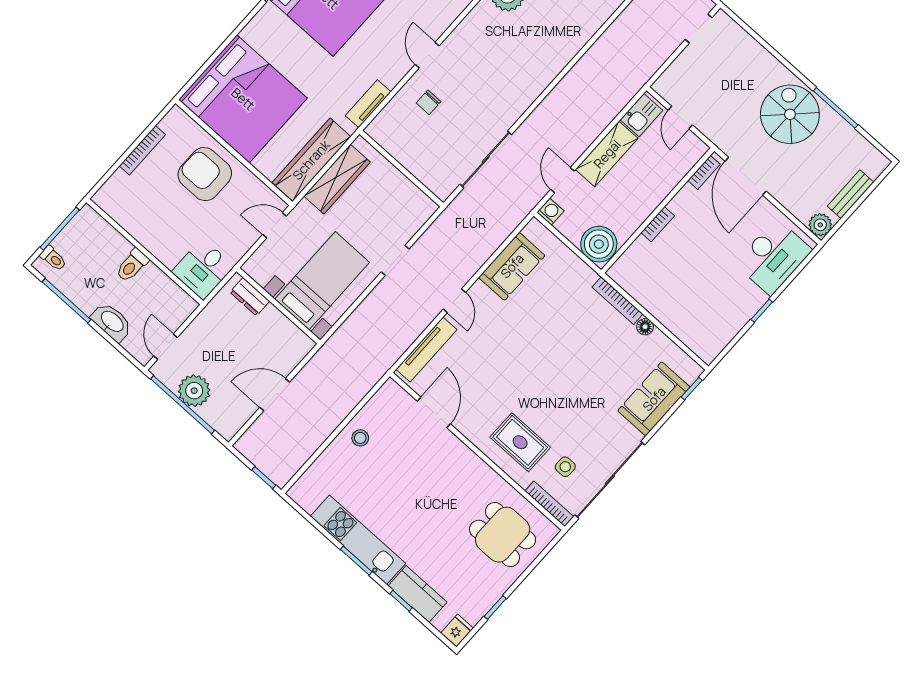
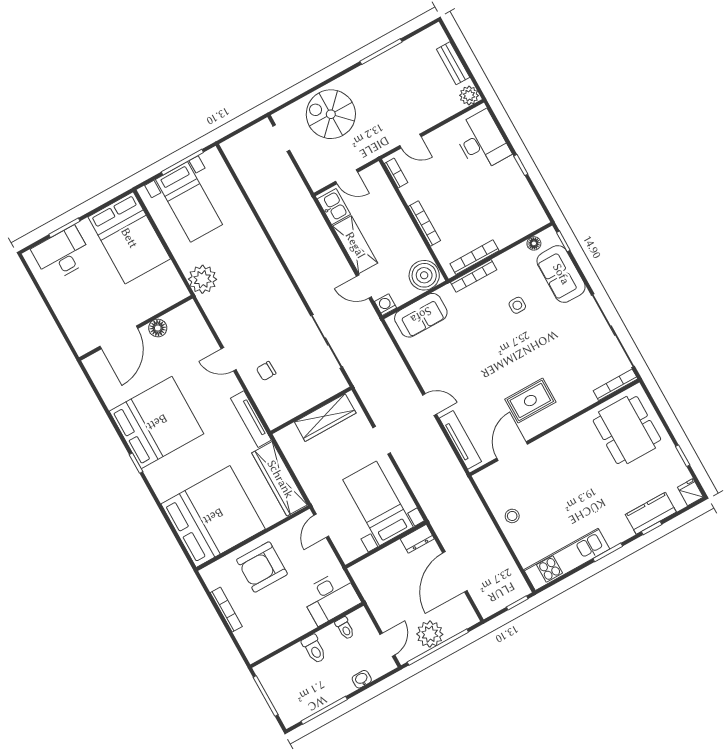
chair: (429, 102) -> (266, 371), turned 88
tv unit: (368, 104) -> (251, 419), width x1.41
spiral stairs: (790, 114) -> (331, 114), moved
door: (746, 176) -> (410, 141), width x0.53
wardrobe: (337, 179) -> (325, 418), moved, turned 90
bookcase: (658, 224) -> (424, 223), width x1.56
toilet: (53, 258) -> (345, 628), moved, turned 90
sofa: (512, 266) -> (421, 315), moved, turned 90
desk: (203, 269) -> (330, 597), width x1.37
bookcase: (639, 294) -> (474, 257), added
dresser: (250, 297) -> (417, 539), moved
washbasin: (112, 322) -> (362, 679), width x0.52, depth x0.69
floor lamp: (645, 327) -> (534, 243), moved
door: (166, 347) -> (387, 645), swing flipped
door: (275, 395) -> (455, 572), width x1.36
door: (434, 412) -> (512, 451), hinge flipped
rug: (520, 442) -> (530, 401), moved
side table: (565, 467) -> (517, 305), moved
dining table: (503, 535) -> (627, 430), width x1.37
kitchen unit: (358, 540) -> (567, 559), moved

